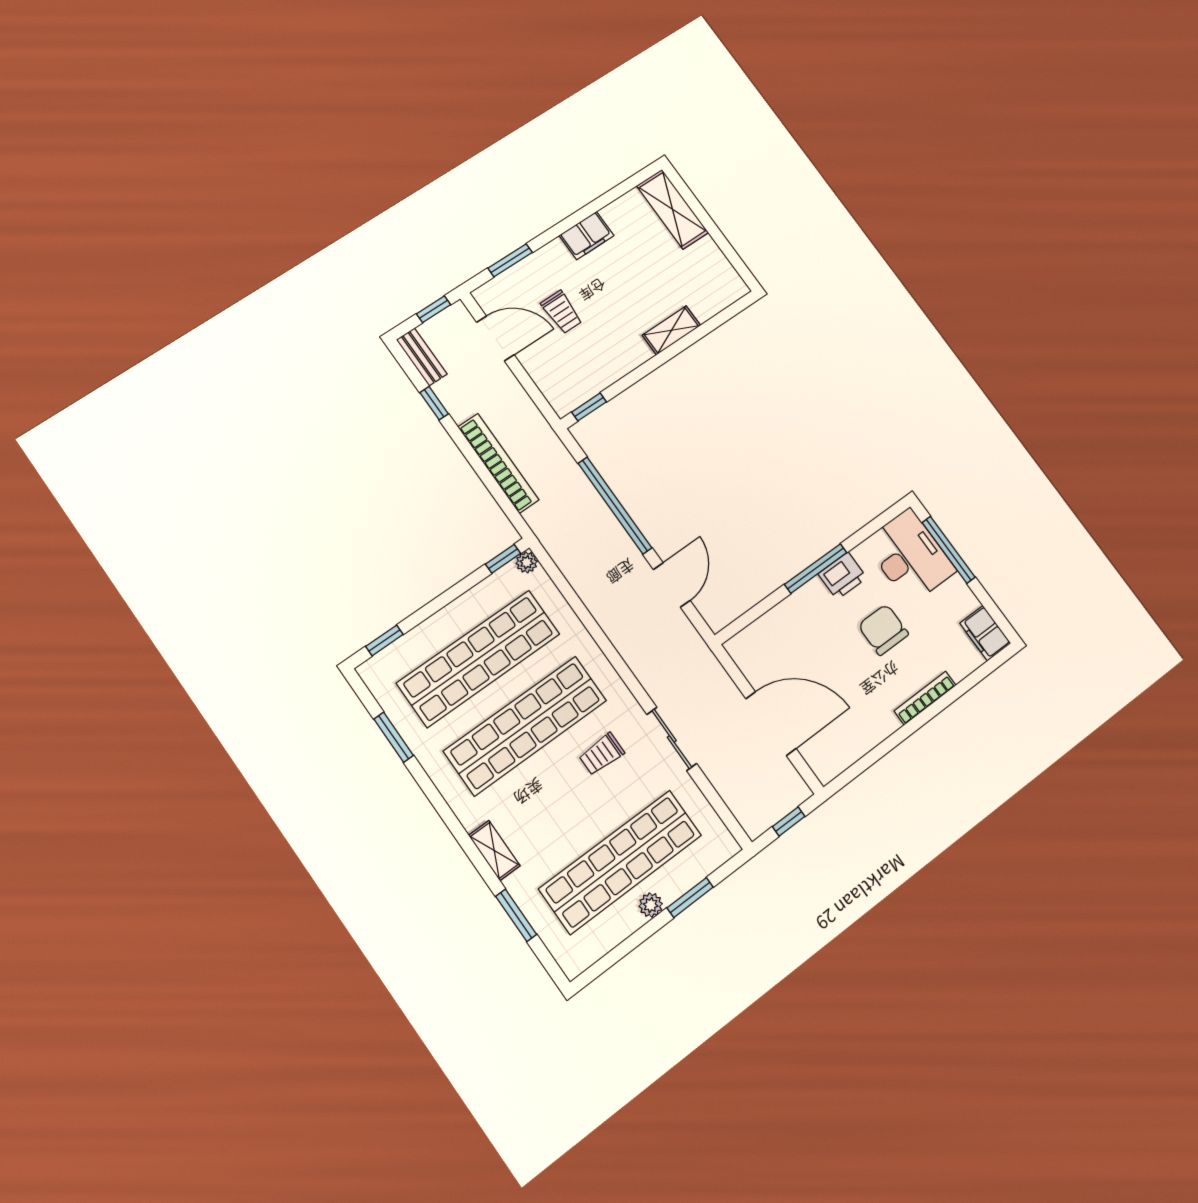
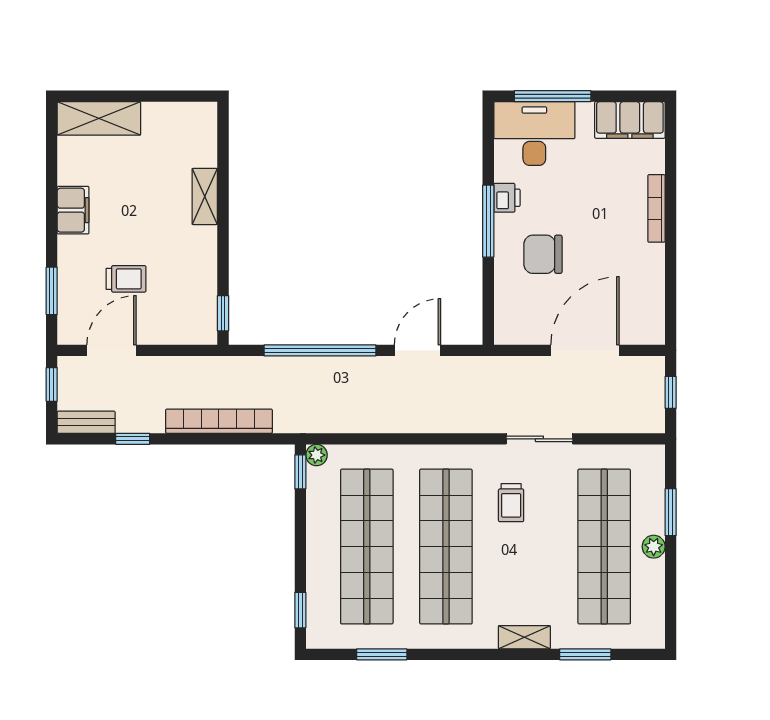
printer: (843, 576) -> (507, 198), width x0.73, depth x0.81
door: (672, 585) -> (418, 350), hinge flipped
chair: (883, 630) -> (543, 254), moved
filing cabinet: (985, 633) -> (630, 120), width x1.50, depth x1.17

